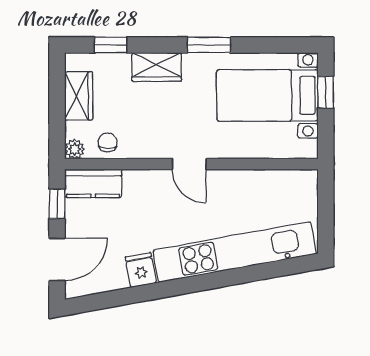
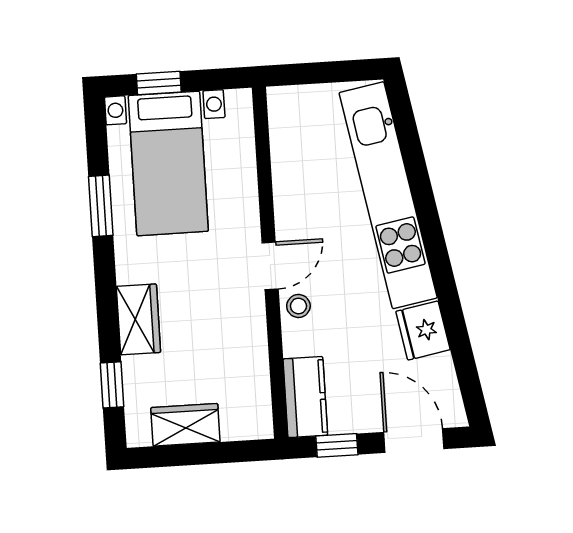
window: (209, 45) -> (101, 206), moved
chair: (108, 142) -> (247, 381), removed
plant: (75, 149) -> (259, 426), removed
stool: (159, 183) -> (298, 306), added
fridge: (141, 270) -> (423, 330), width x1.38

